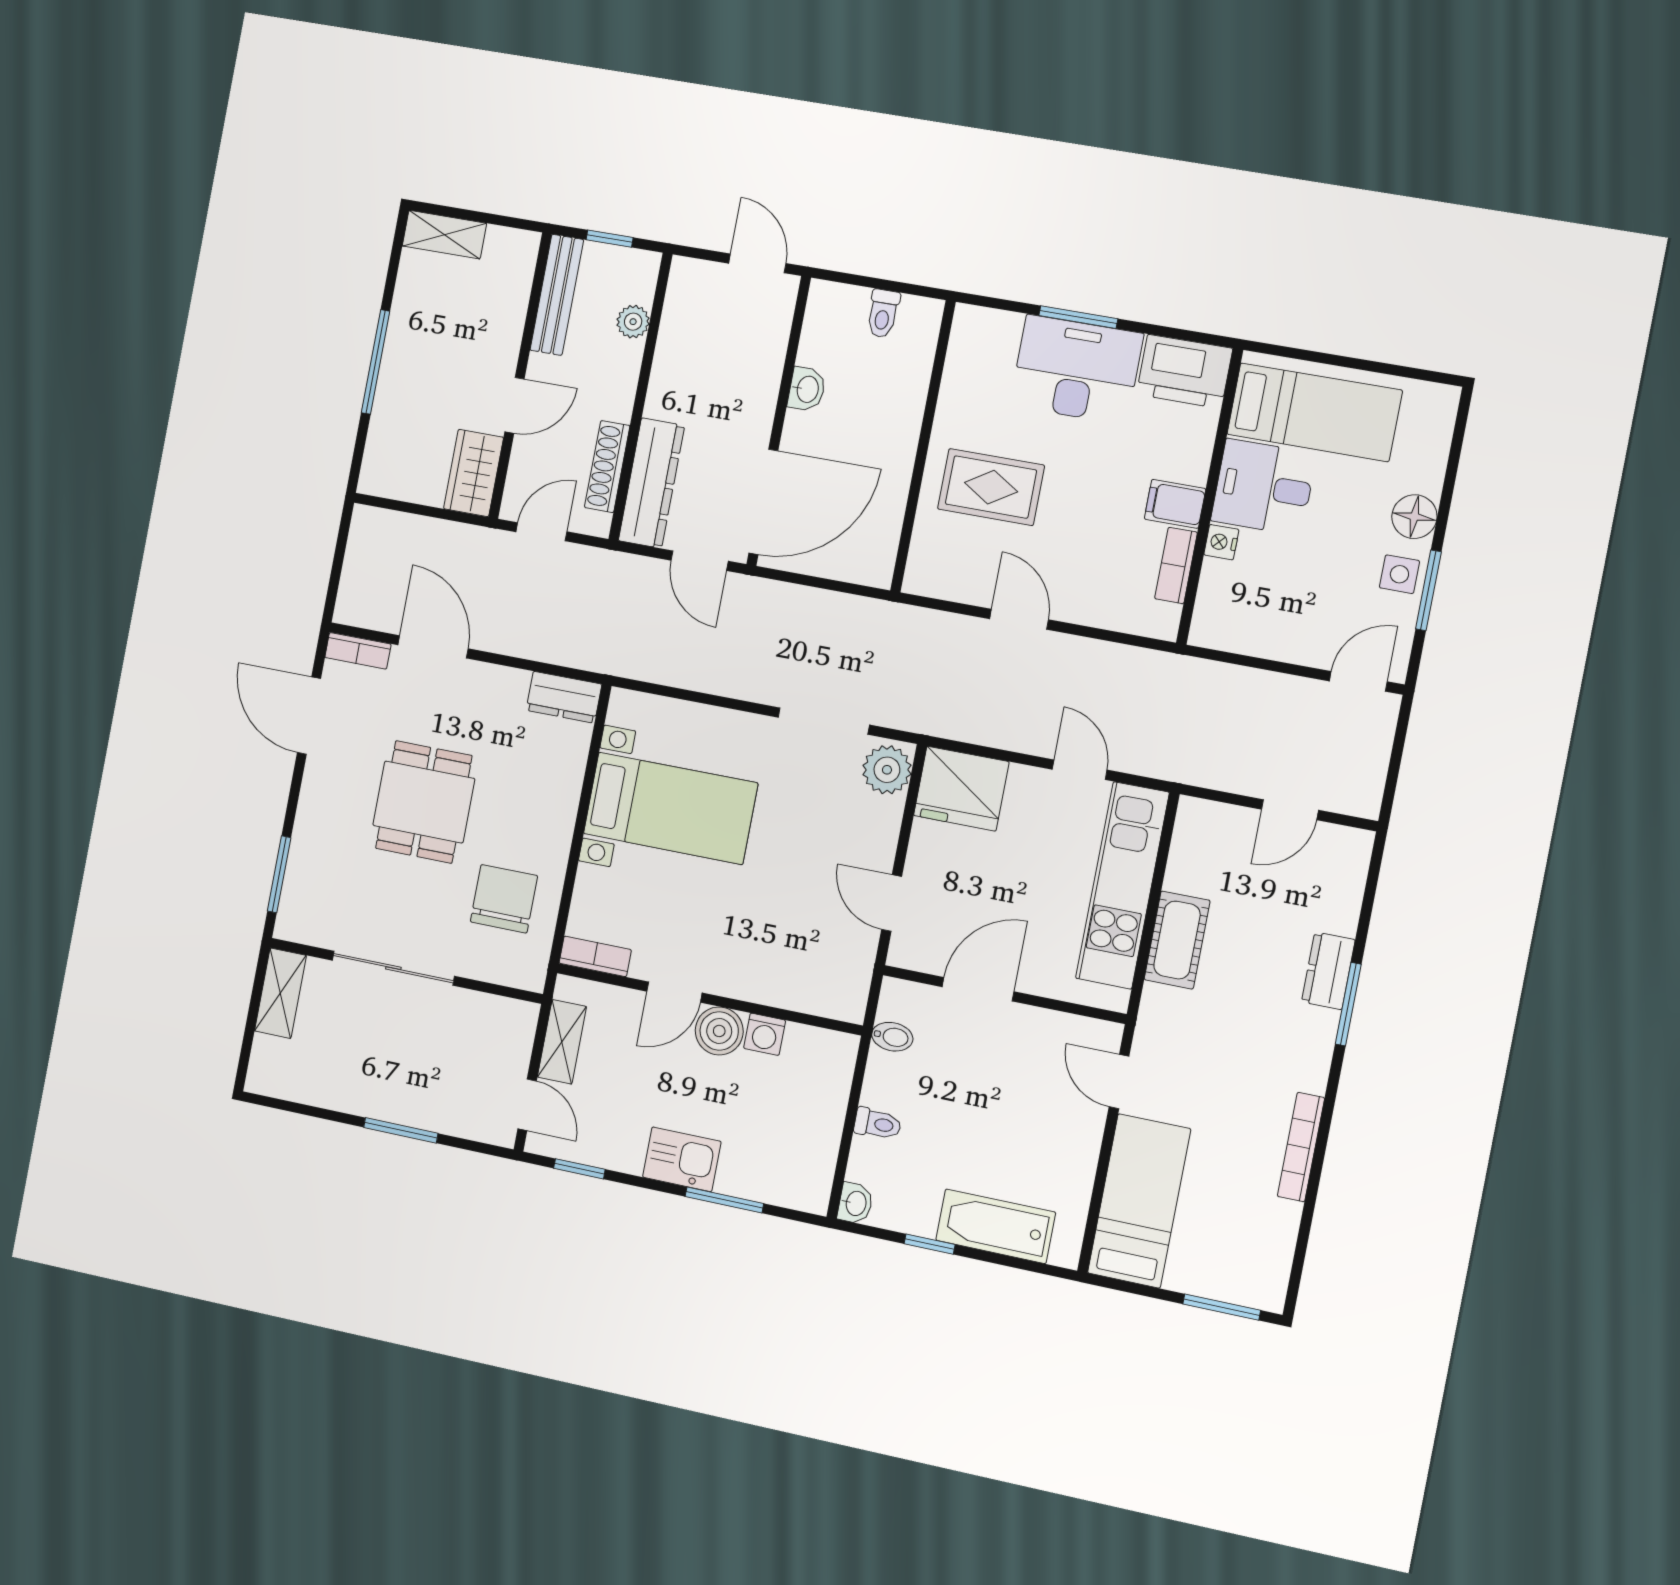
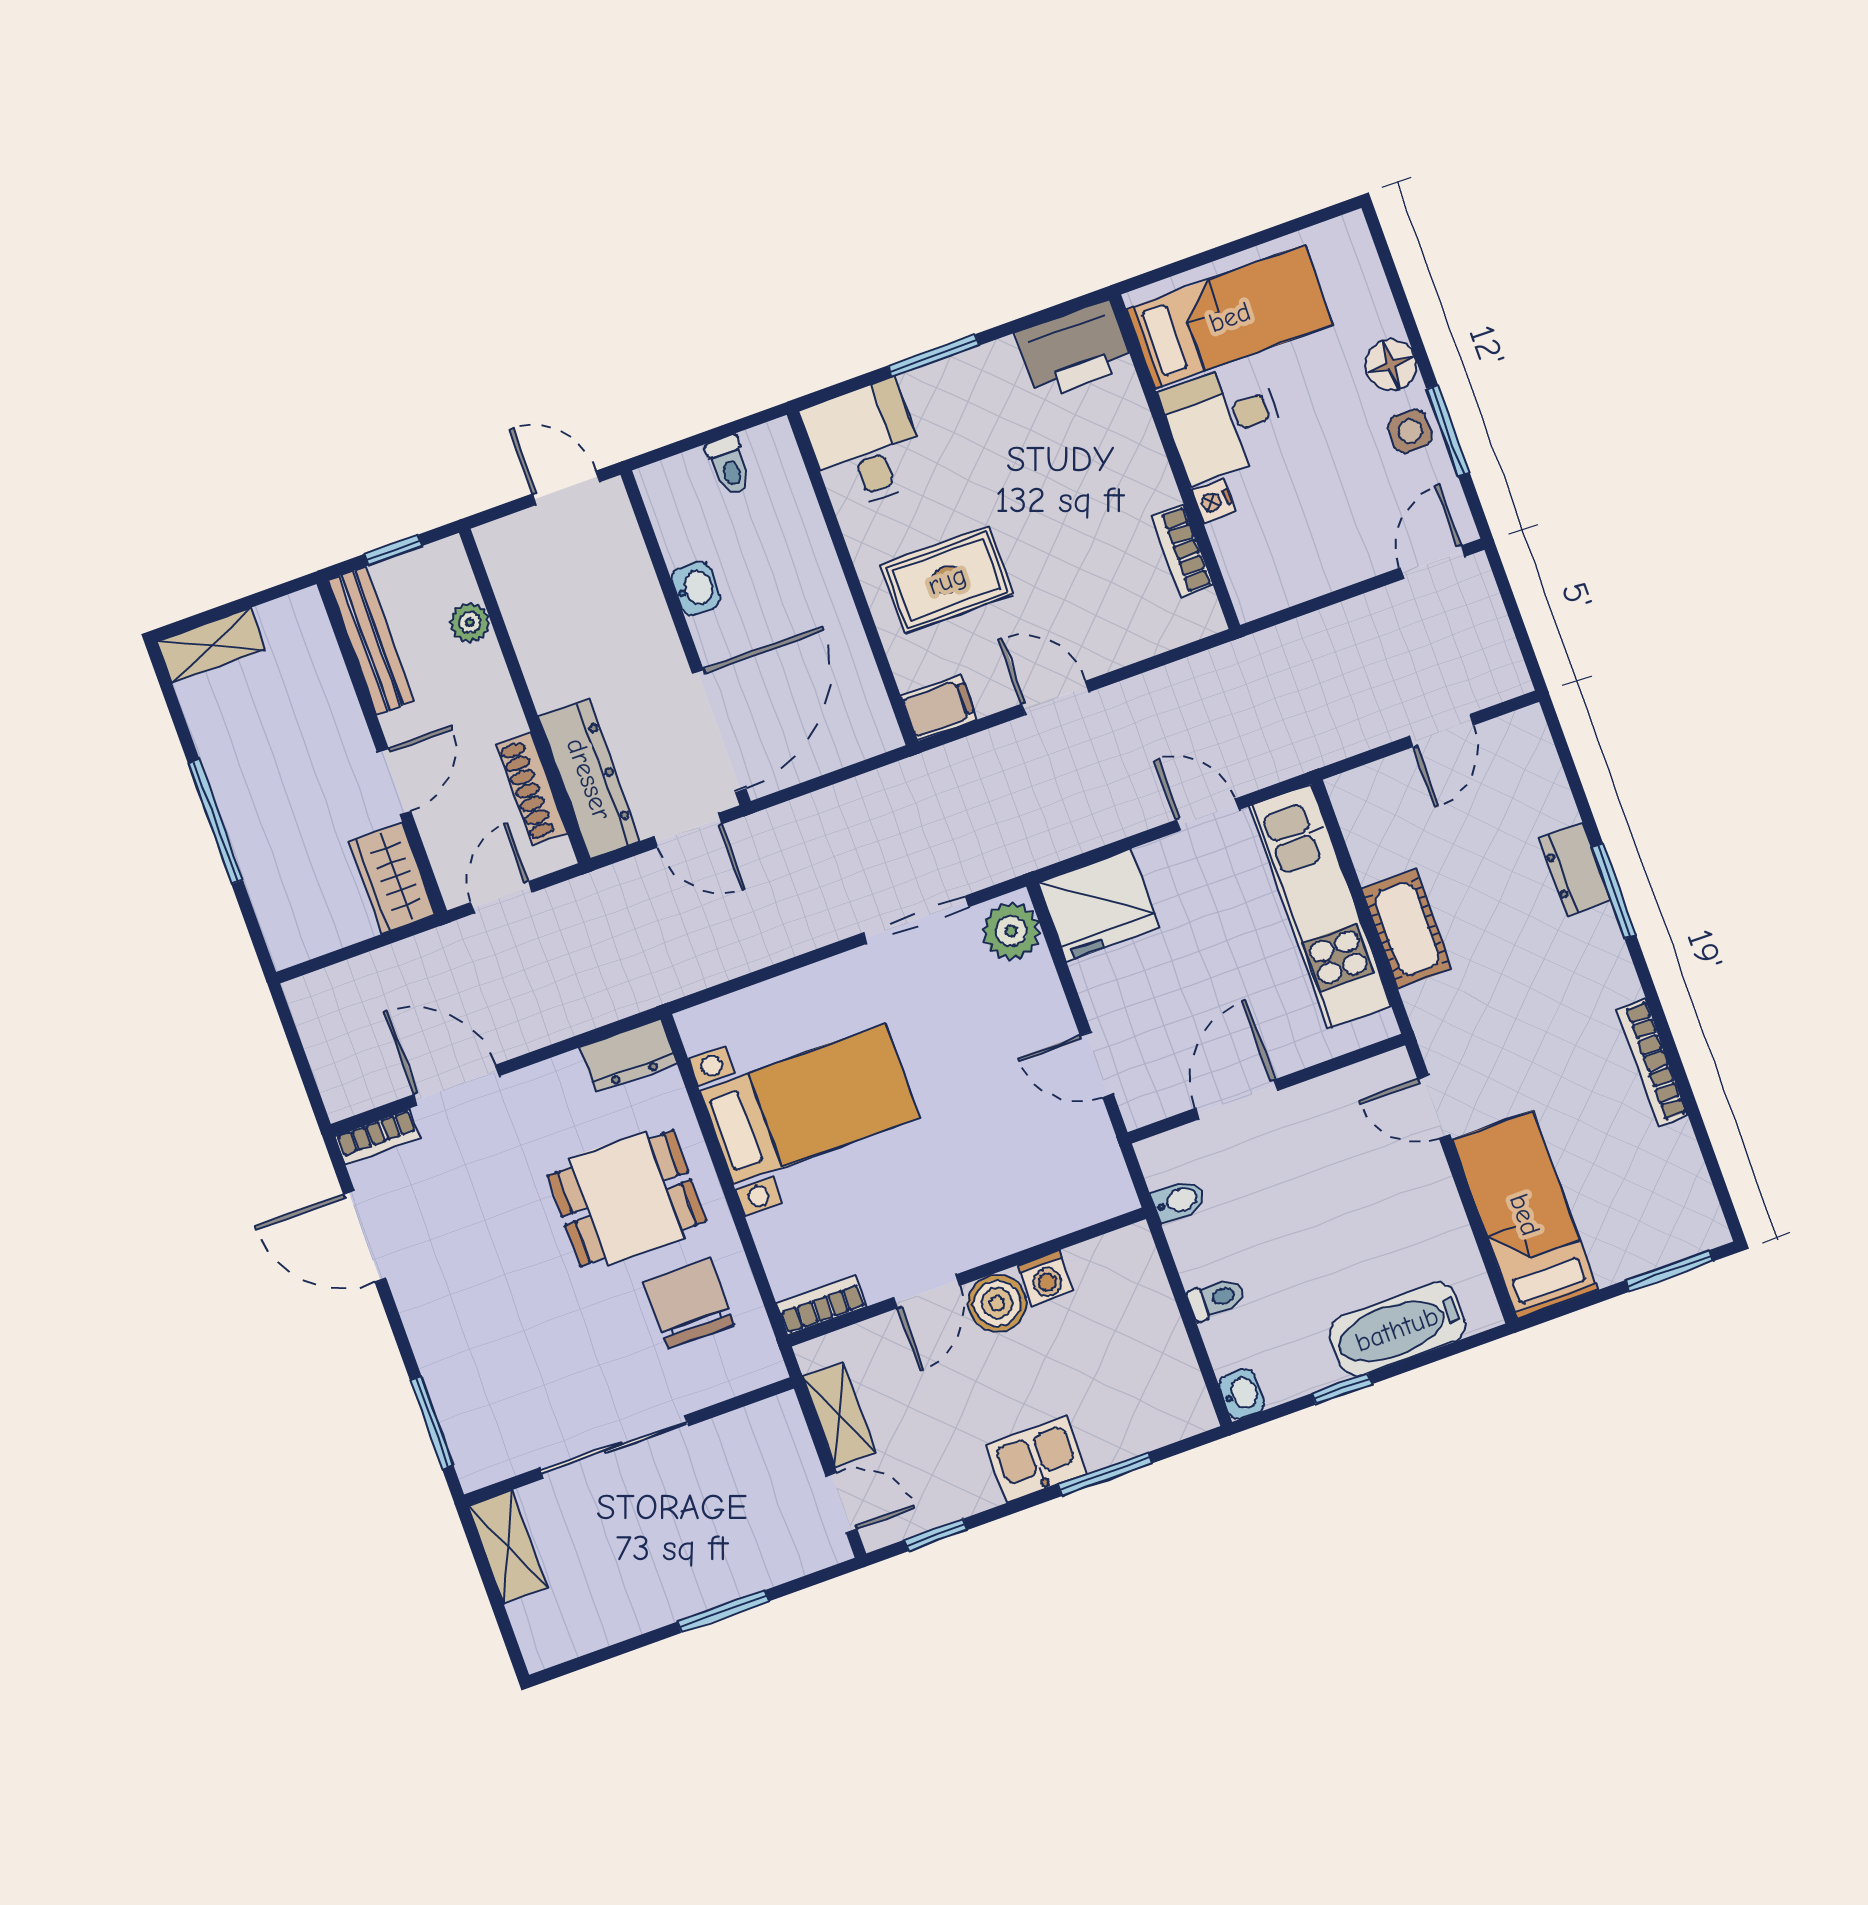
desk: (1077, 370) -> (865, 445), moved, width x0.73
filing cabinet: (1175, 504) -> (939, 708), moved, turned 180
dining table: (424, 802) -> (627, 1198), moved, turned 90

